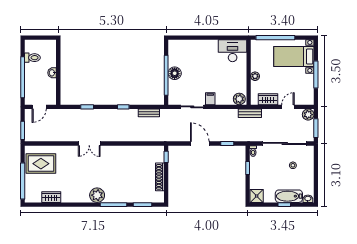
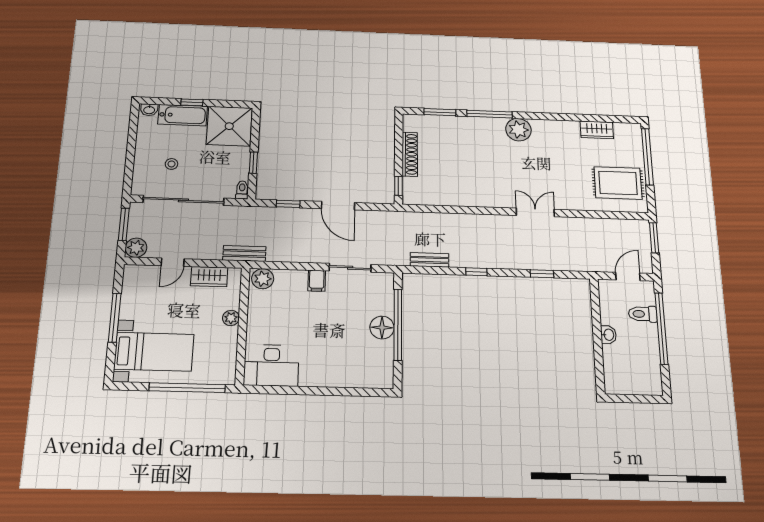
toilet: (32, 58) -> (643, 314), moved
shower: (257, 196) -> (229, 126), width x1.86, depth x1.86

